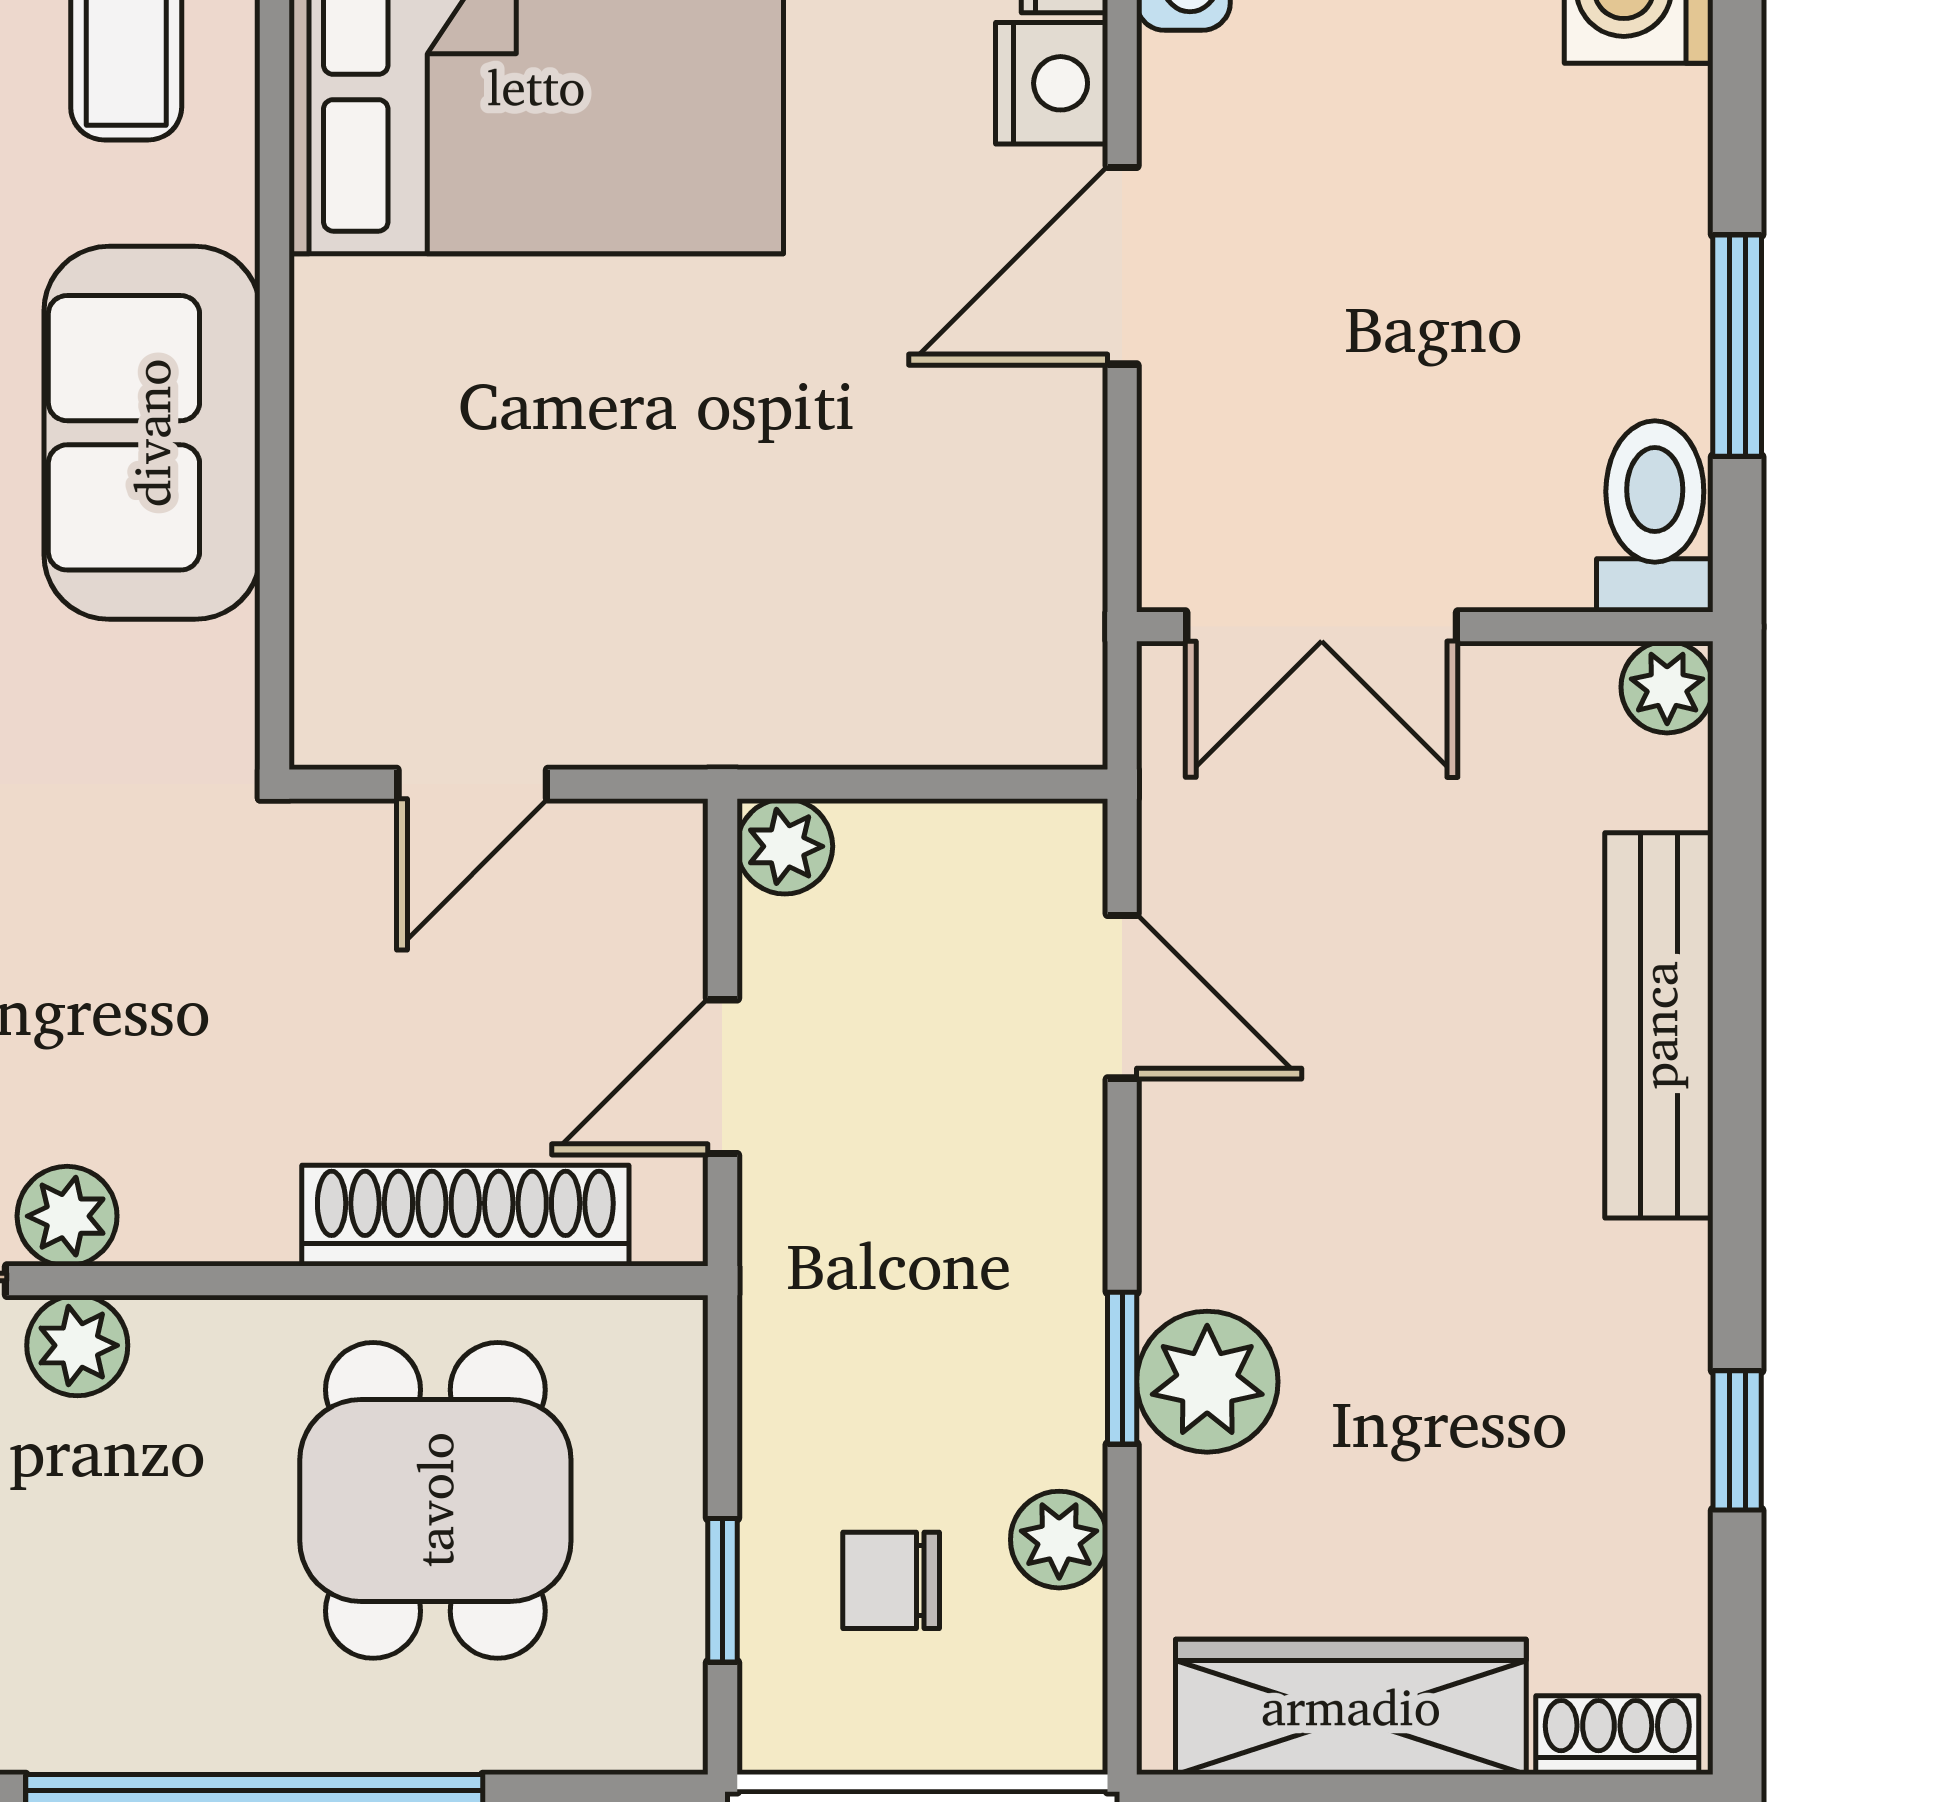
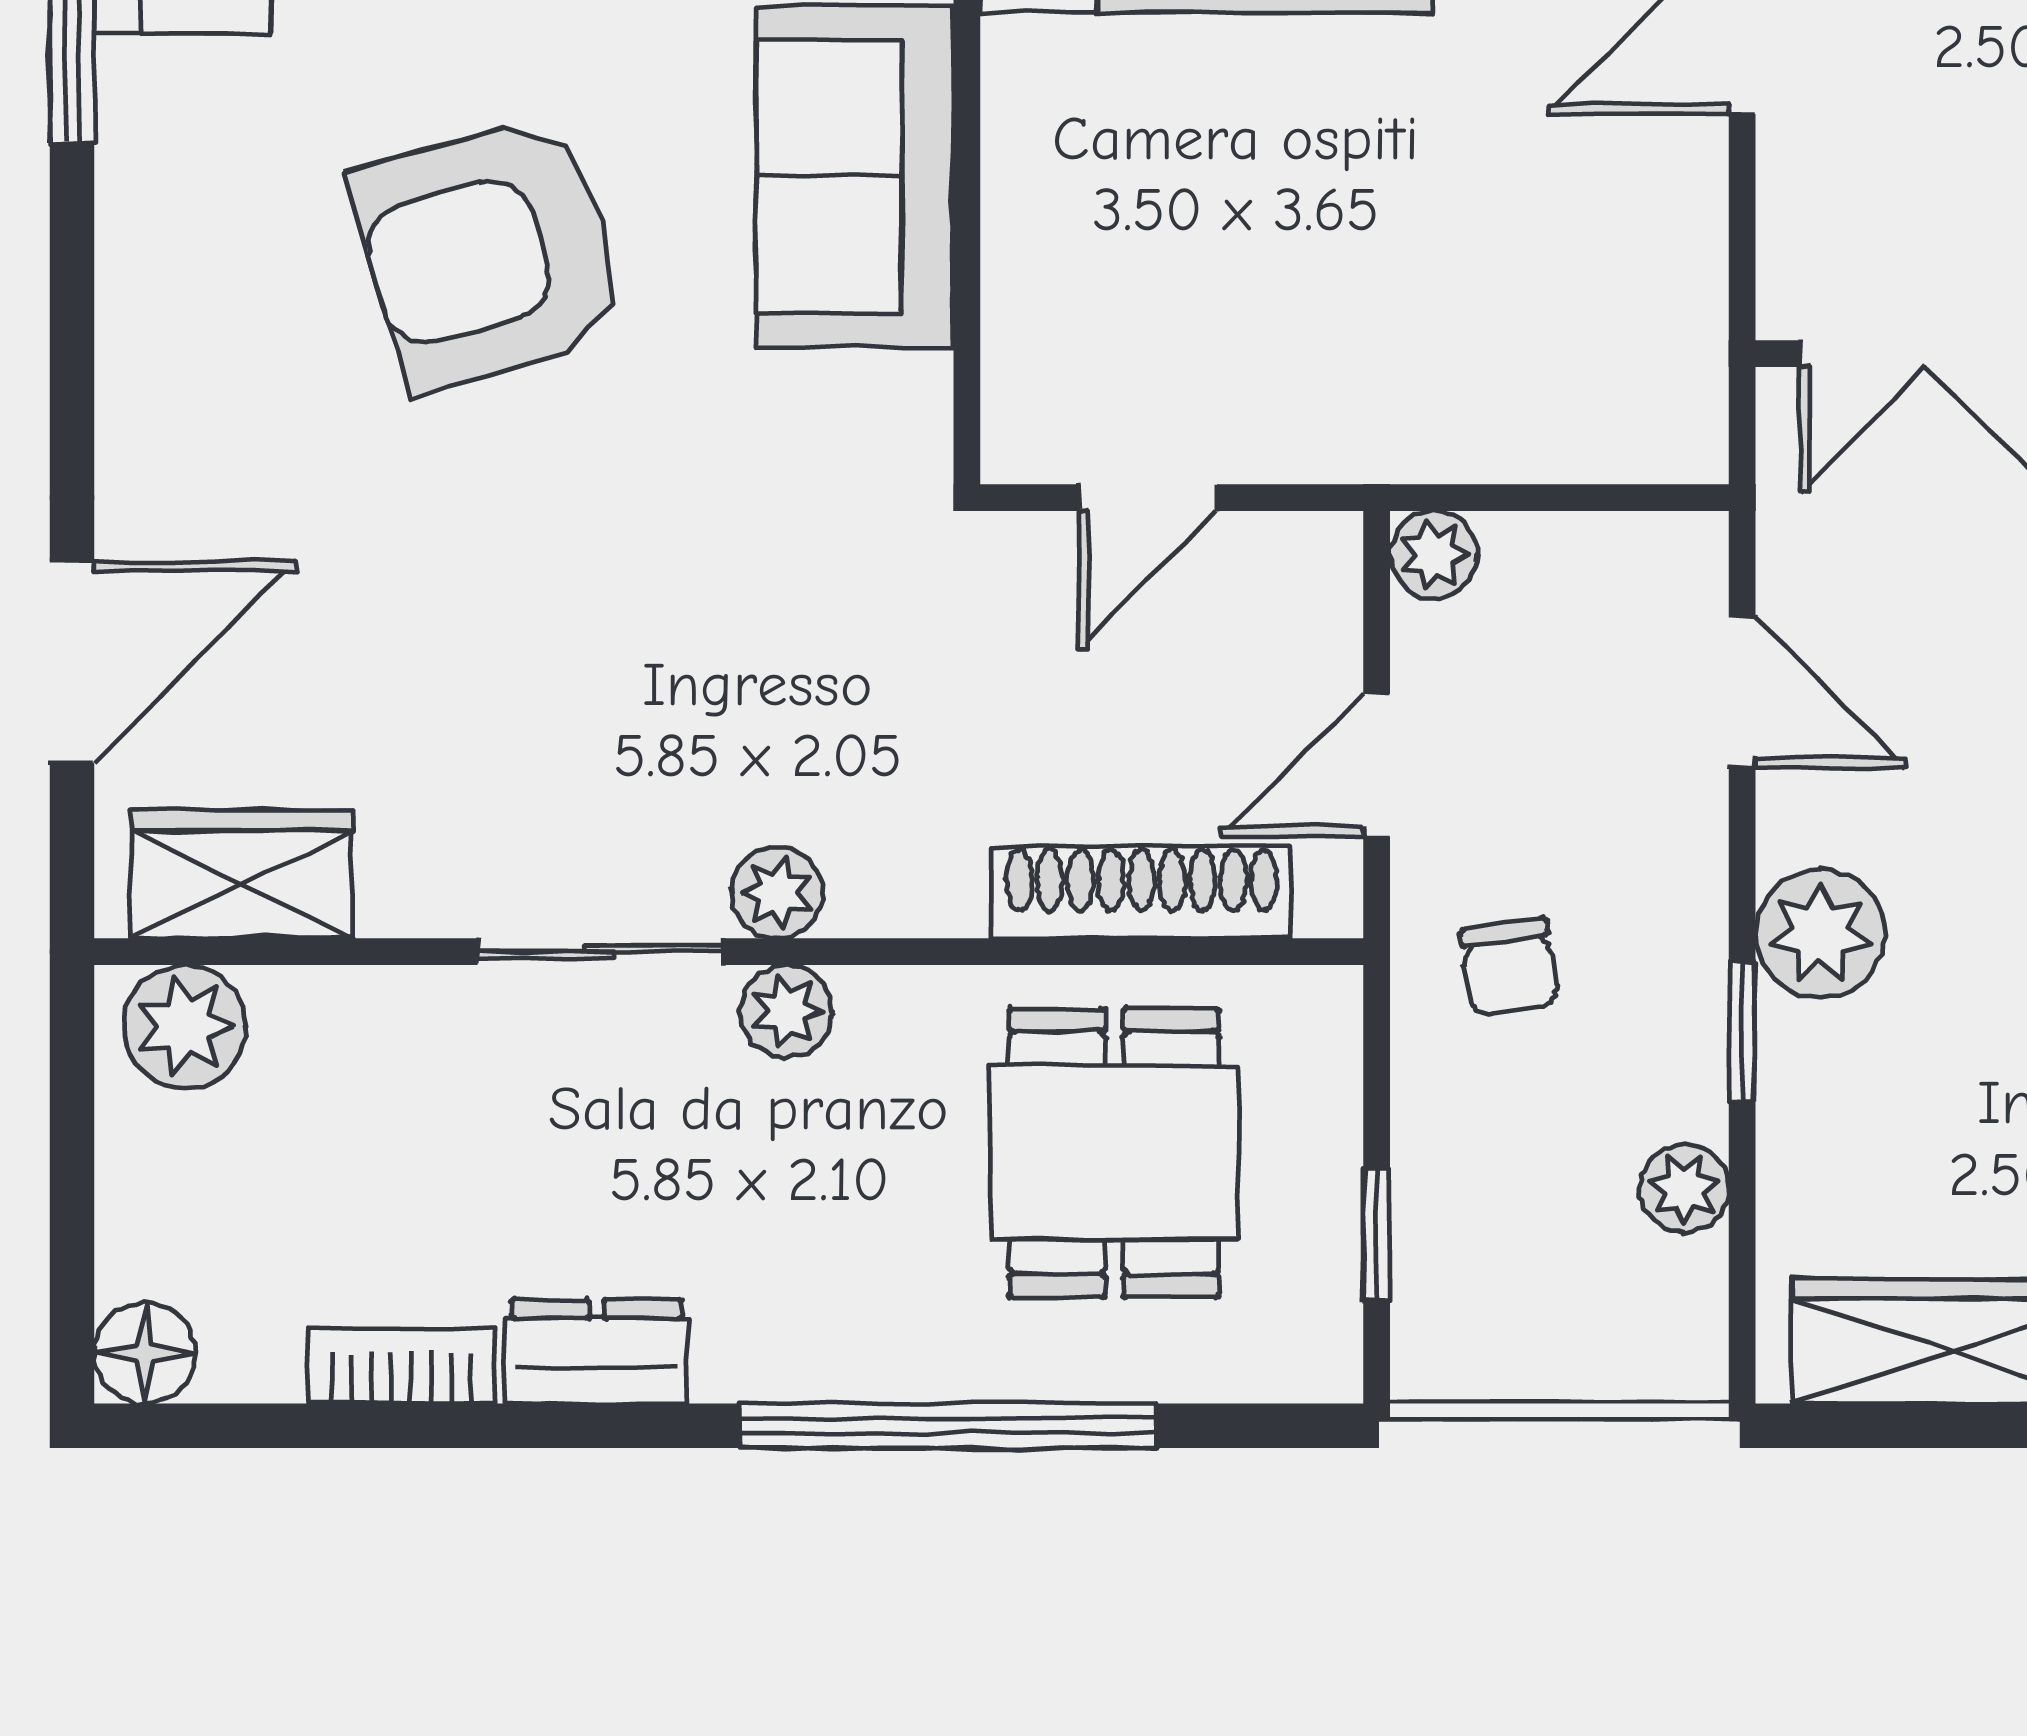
plant: (1207, 1382) -> (1820, 934), moved
chair: (891, 1580) -> (1510, 967), moved, turned -99

